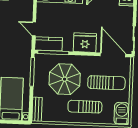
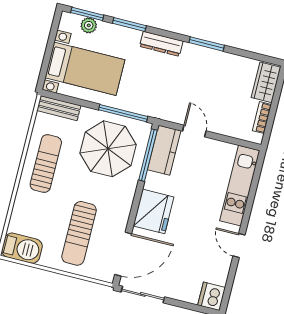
door: (34, 29) -> (194, 131), hinge flipped
parasol: (65, 79) -> (108, 149), moved
sun lounger: (85, 107) -> (46, 164), moved

